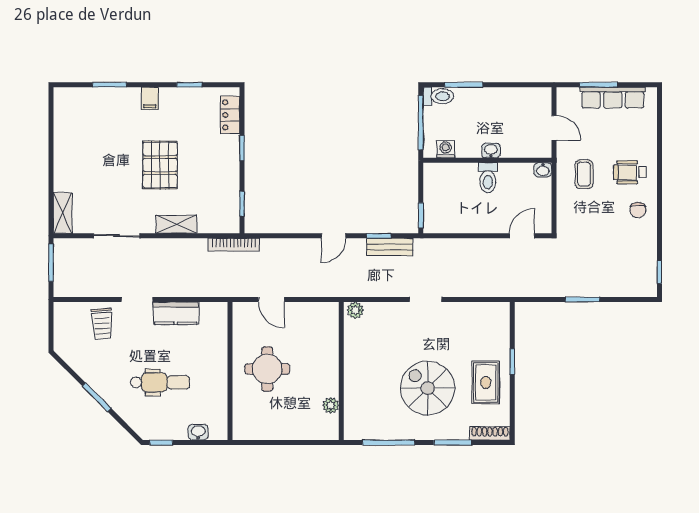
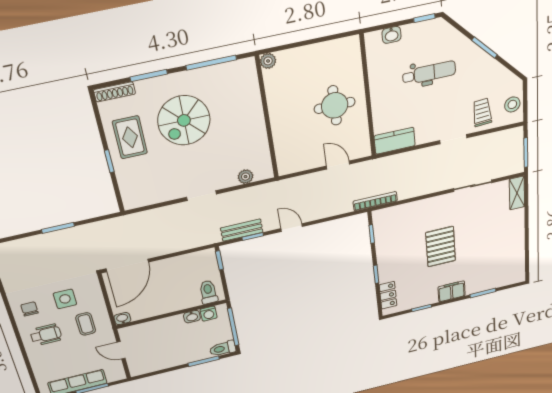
filing cabinet: (150, 98) -> (452, 291), width x2.00
washbasin: (491, 150) -> (192, 317), moved
toilet: (488, 178) -> (208, 292), moved
side table: (598, 212) -> (65, 299), added
shelving: (176, 224) -> (424, 206), removed
door: (333, 236) -> (292, 228), hinge flipped
door: (522, 236) -> (127, 265), width x1.87
plant: (355, 310) -> (246, 177), moved
kitchen counter: (176, 313) -> (395, 141), moved
stool: (66, 325) -> (512, 104), added
dental chair: (160, 382) -> (429, 73), turned 180
spiral stairs: (428, 388) -> (184, 120), turned 90
plant: (331, 405) -> (268, 61), moved

